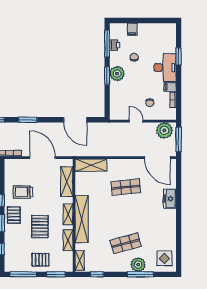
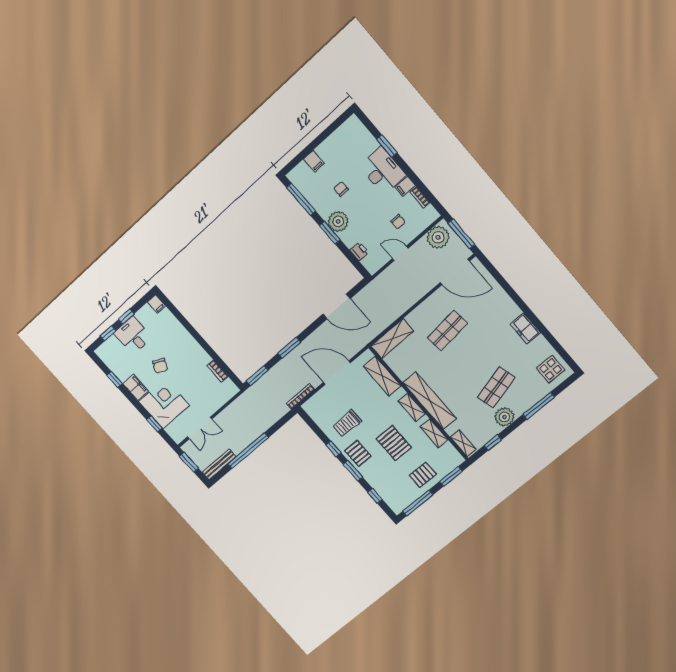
printer: (115, 45) -> (359, 251), moved
freezer: (170, 199) -> (525, 328), moved
plant: (138, 265) -> (504, 417), moved

